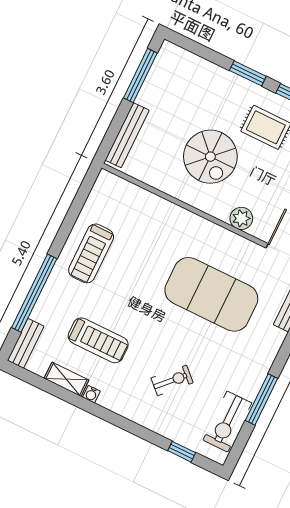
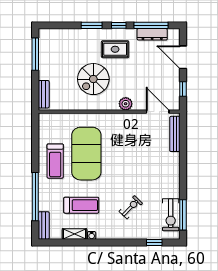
bench: (127, 135) -> (44, 94), width x0.73
spiral stairs: (210, 157) -> (93, 79), turned 90
exercise mat: (211, 294) -> (86, 154), moved, turned 90
window: (262, 399) -> (183, 215), moved

